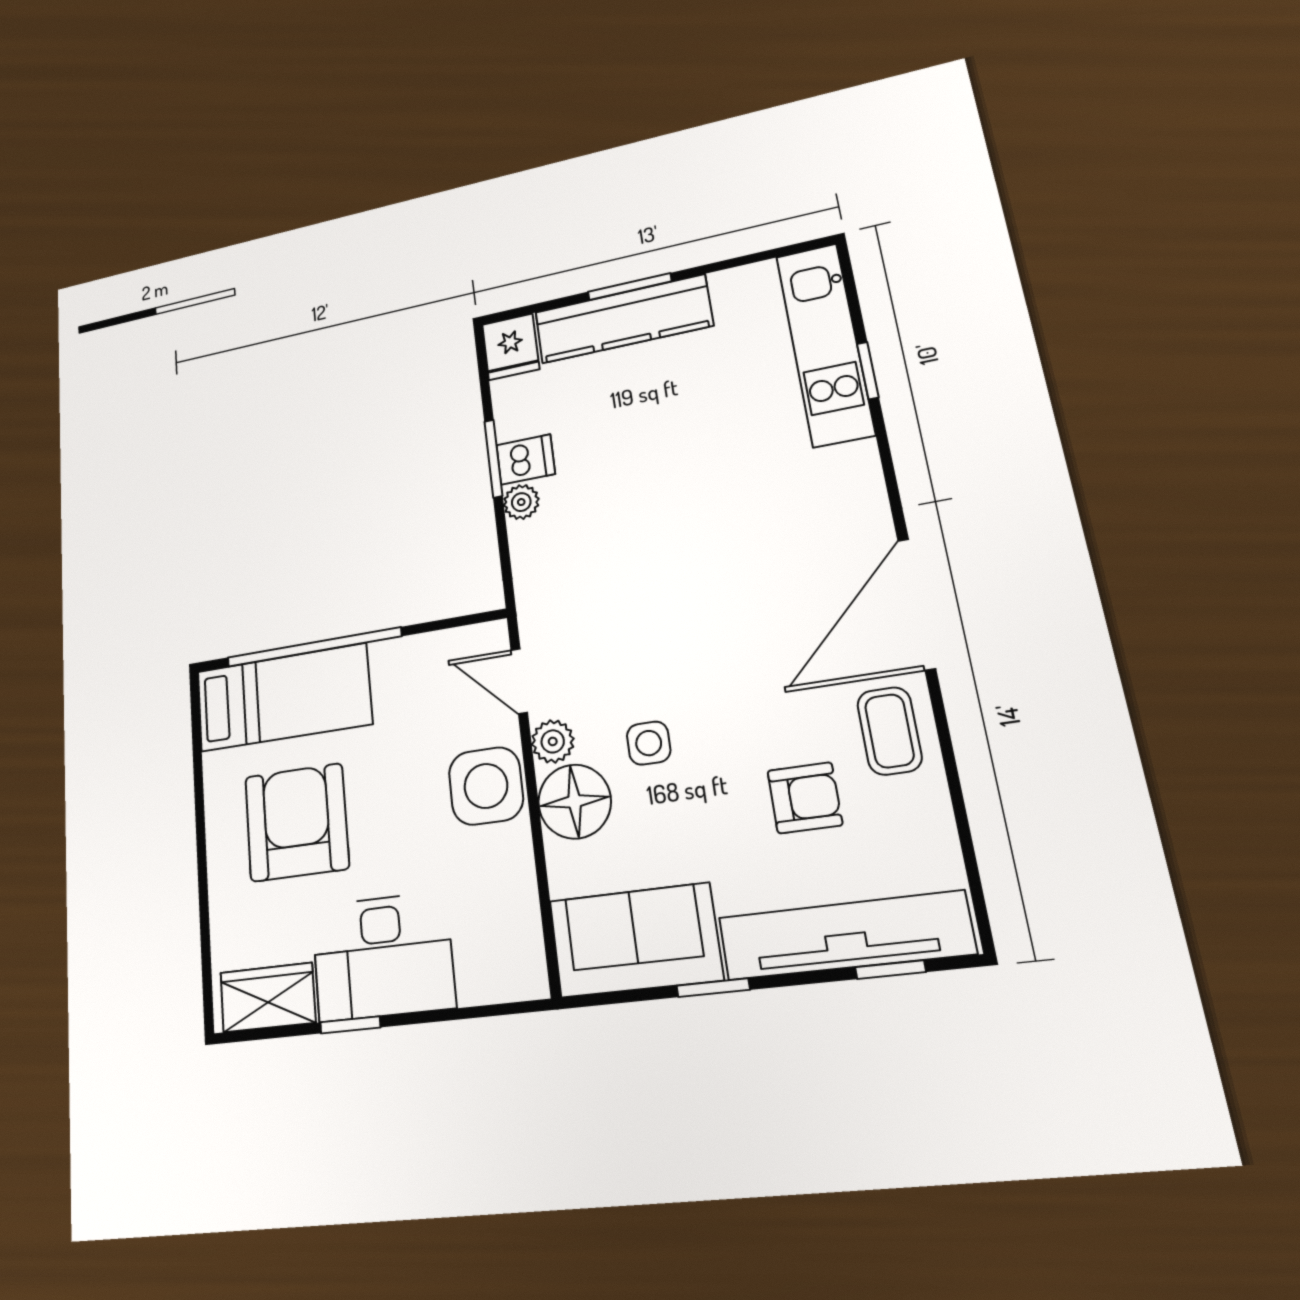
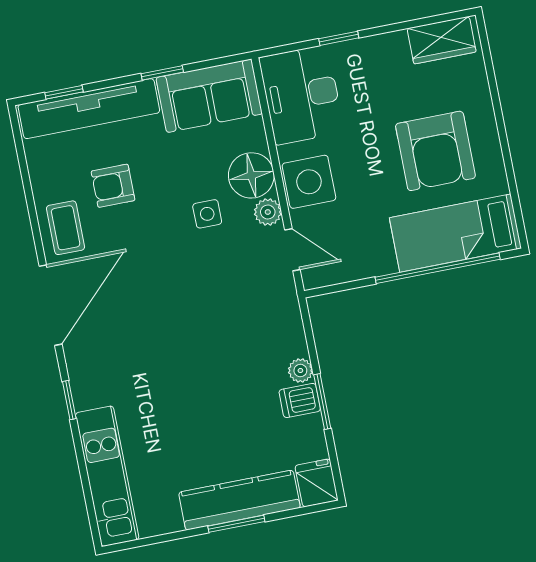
window: (868, 371) -> (69, 400), moved
desk: (383, 956) -> (301, 95), moved, turned -90
window: (350, 1025) -> (339, 38), moved

